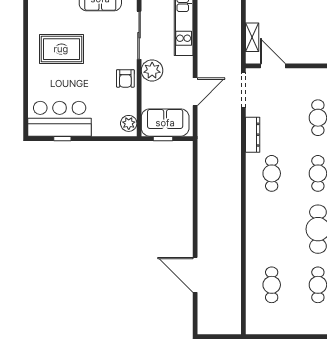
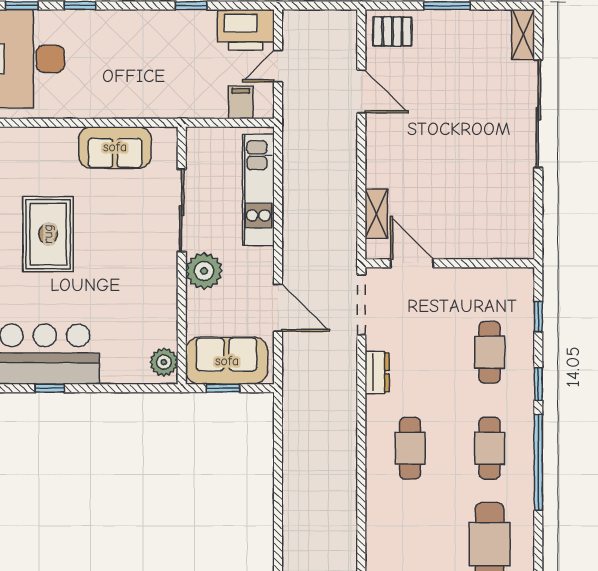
rug: (61, 49) -> (48, 234), turned 90
armchair: (125, 78) -> (158, 285), removed
door: (195, 92) -> (278, 308), hinge flipped
dresser: (253, 135) -> (377, 372), width x0.70

